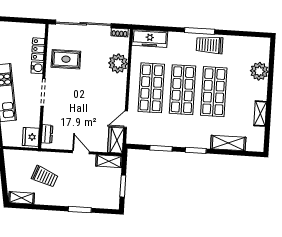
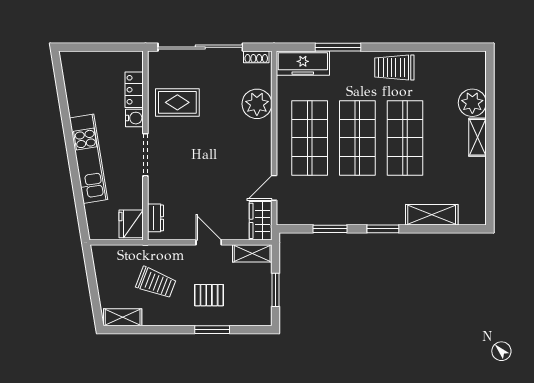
window: (200, 31) -> (338, 47), moved
shelving: (260, 114) -> (478, 137), moved
pallet: (79, 187) -> (209, 295), added

